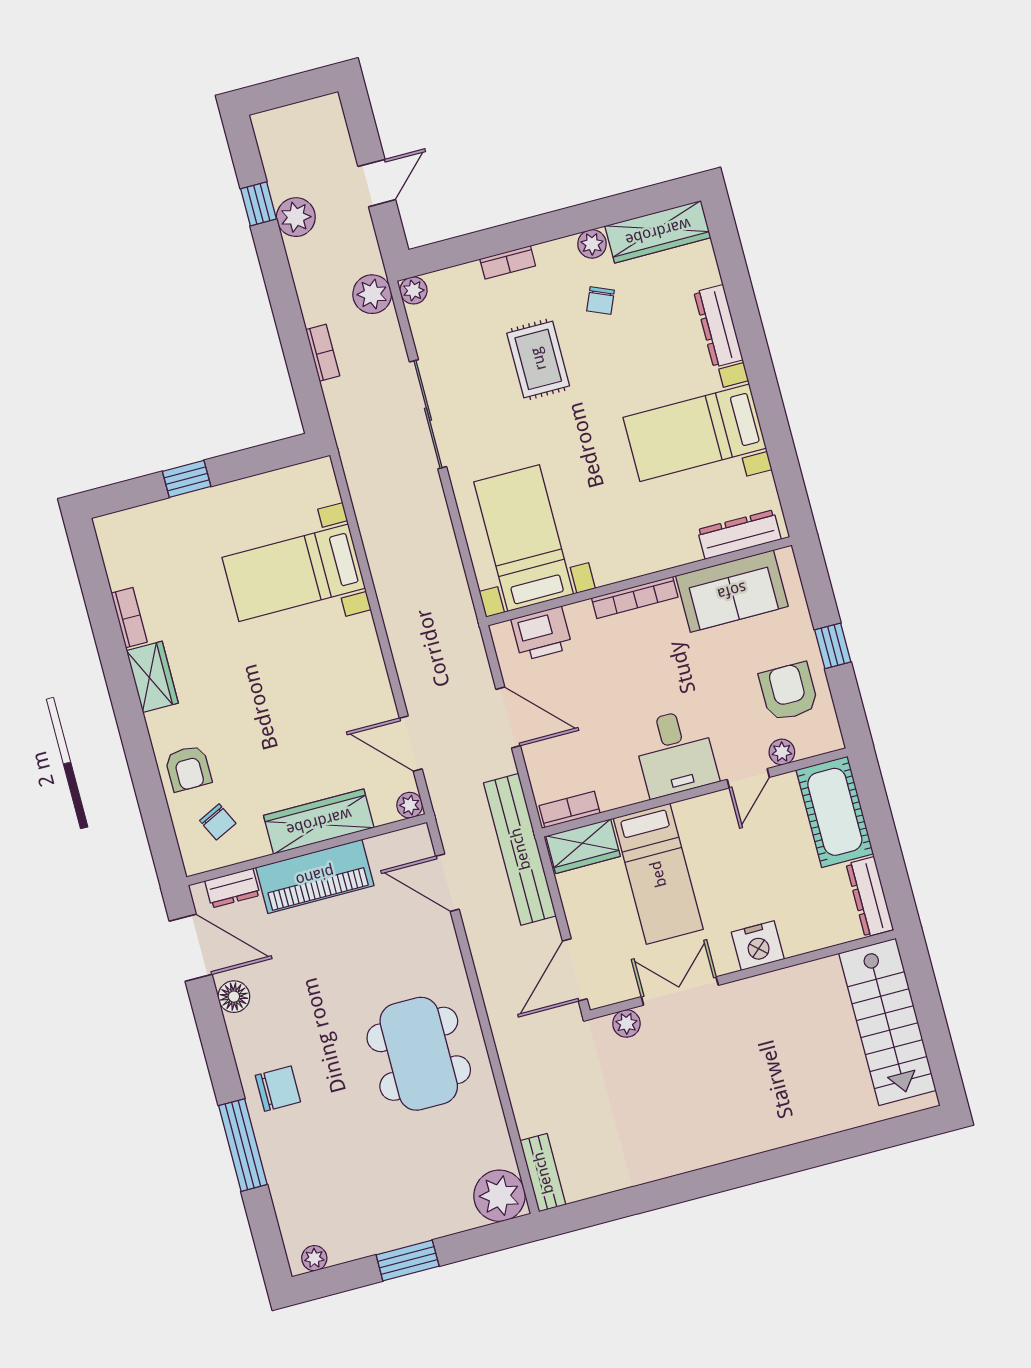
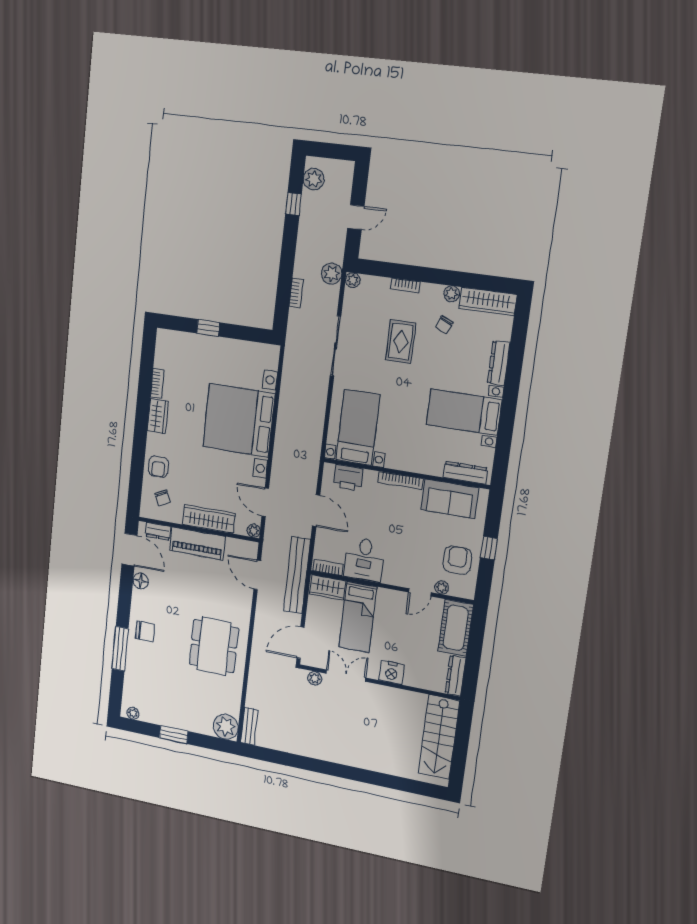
plant: (296, 217) -> (314, 179), moved
bed with nightstands: (294, 573) -> (239, 420), width x1.85
desk: (675, 753) -> (364, 560), moved

